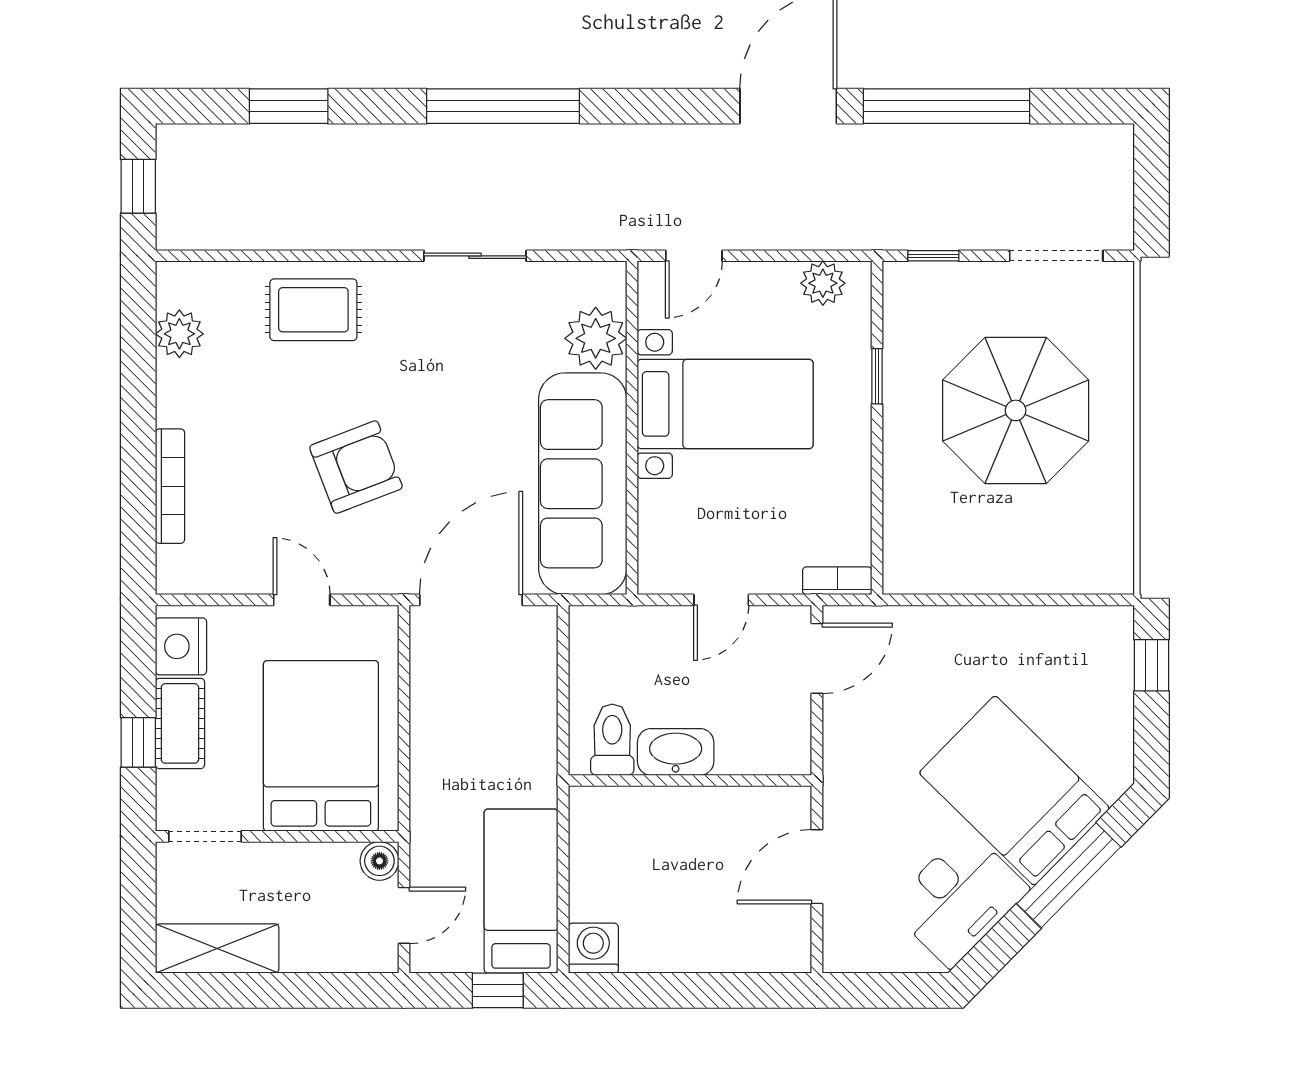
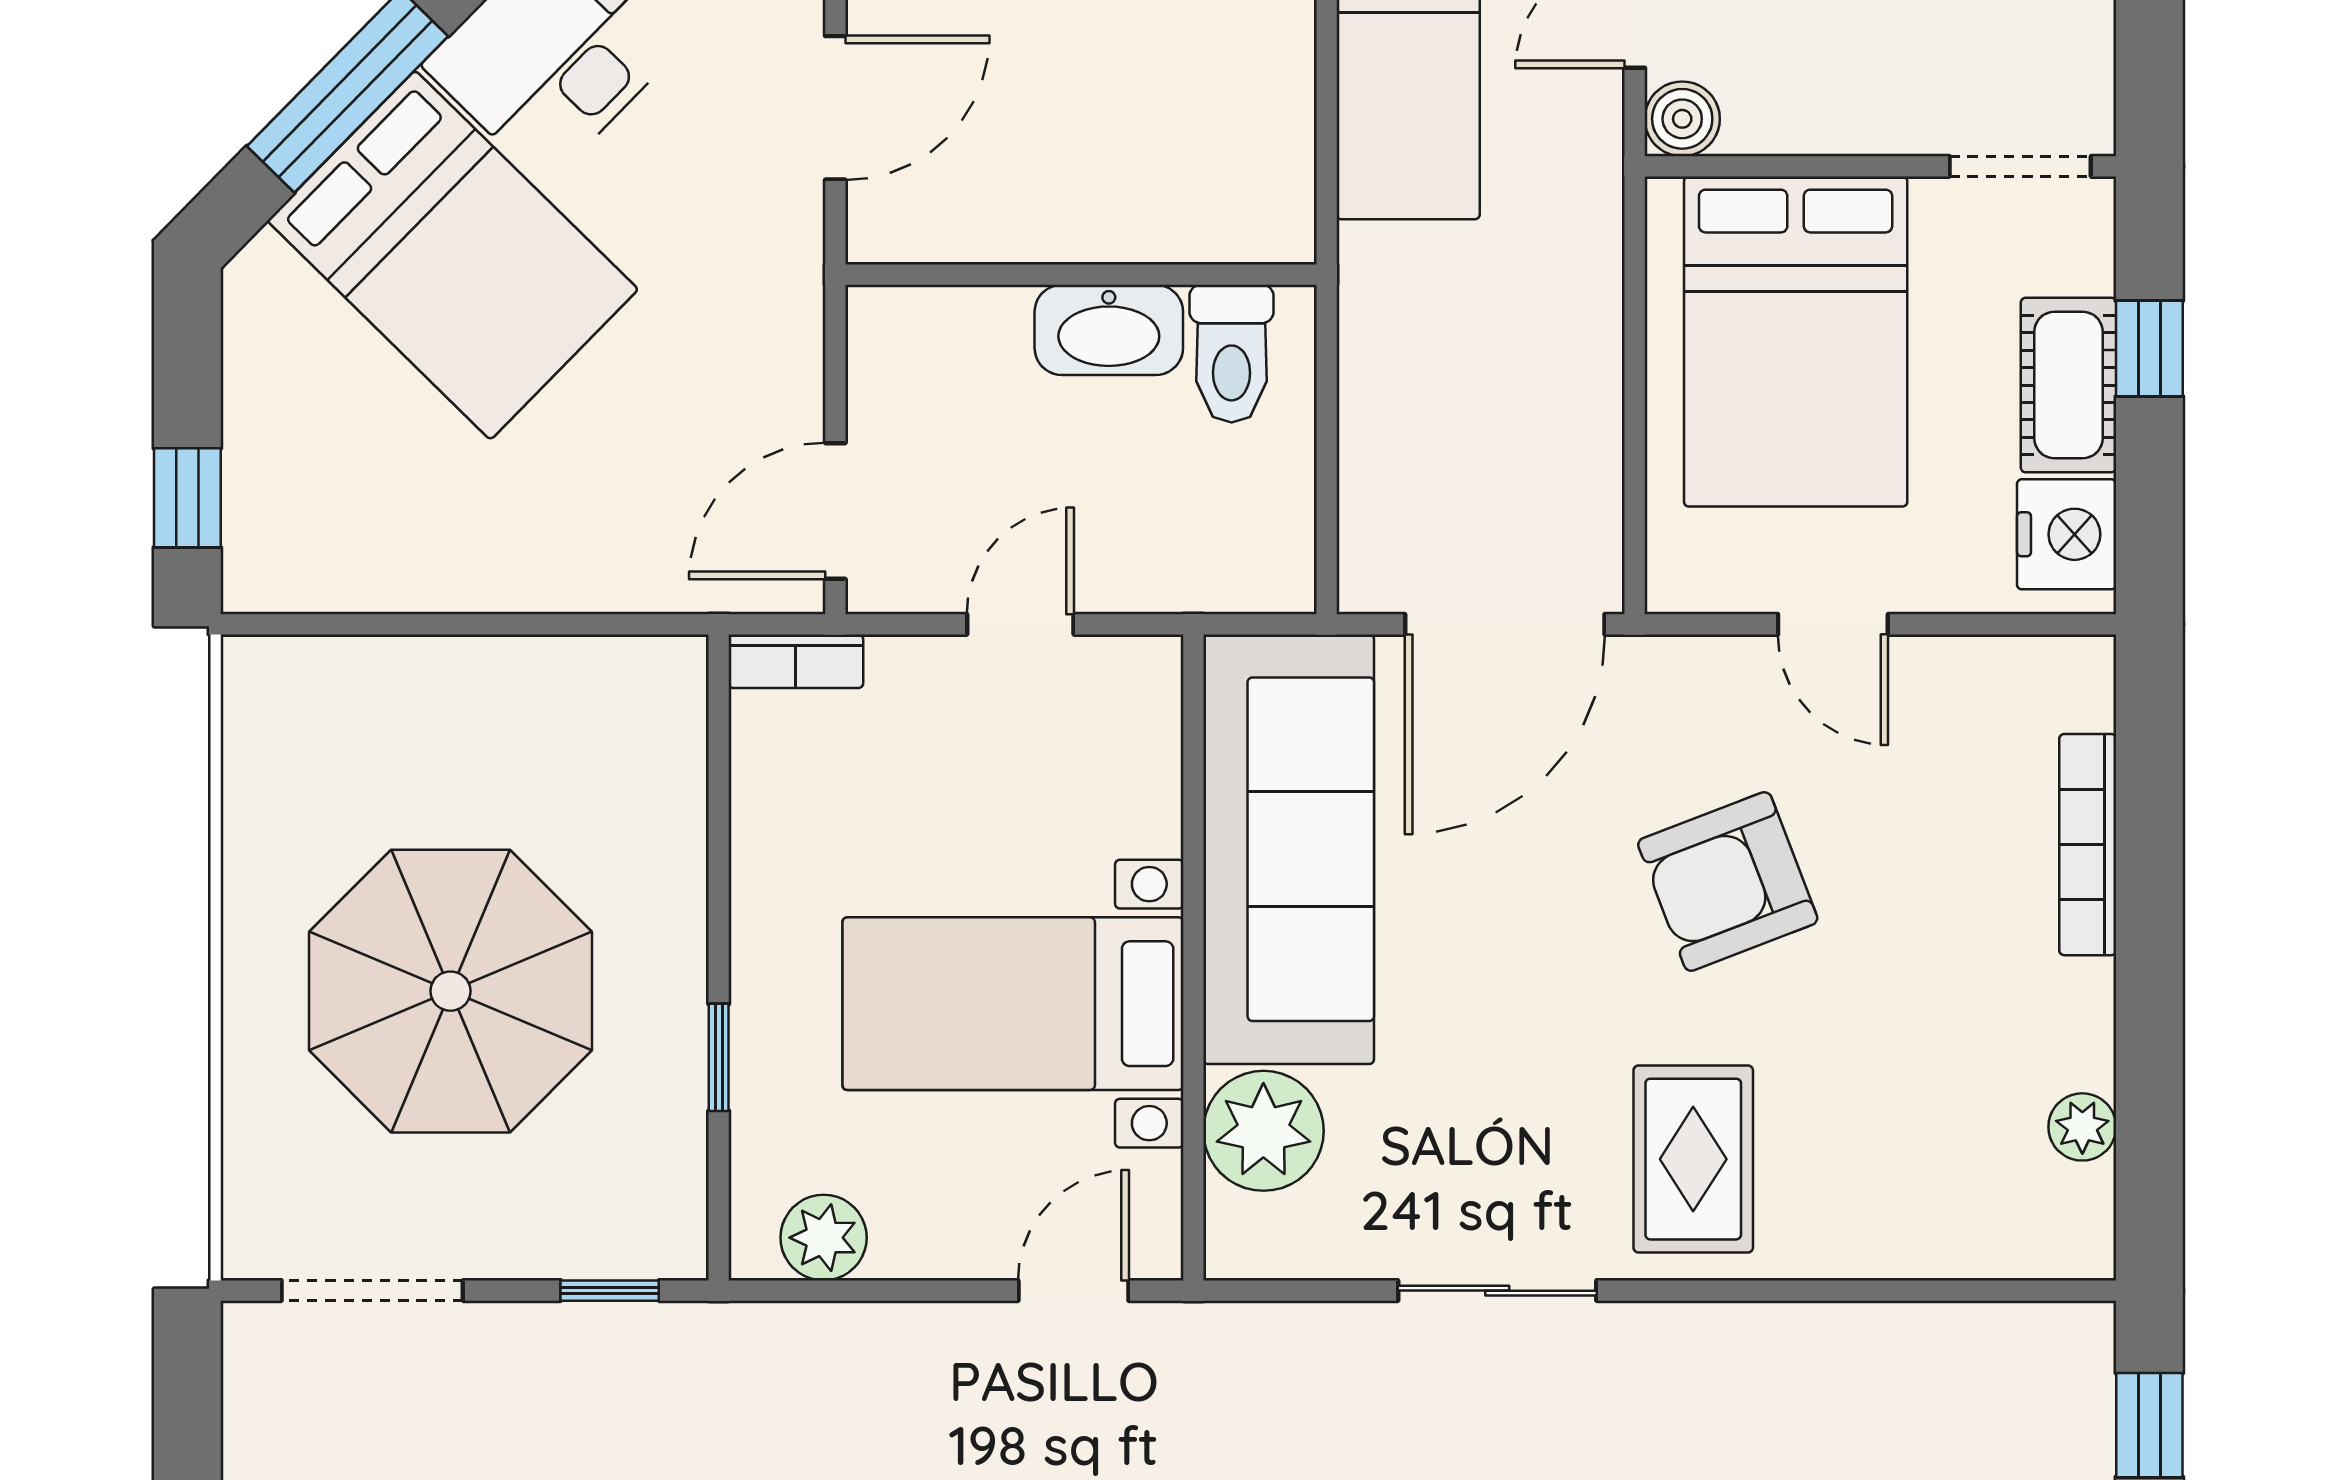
rug: (313, 310) -> (1693, 1159), moved, turned 90
plant: (179, 334) -> (2082, 1127), width x0.73, depth x0.73

